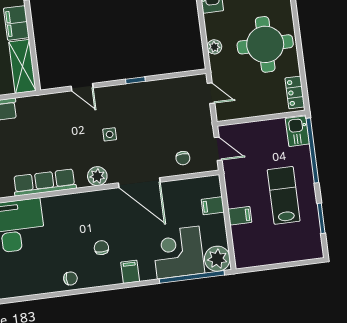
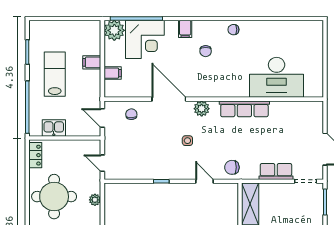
chair: (51, 108) -> (232, 167), added
kitchen sink: (297, 131) -> (54, 128), moved, turned -90
lab bench: (284, 195) -> (55, 74), turned 180

